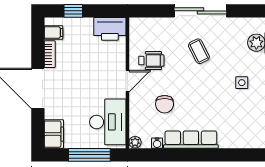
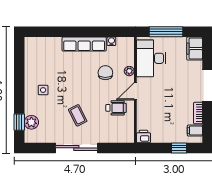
printer: (110, 29) -> (143, 136), width x0.53, depth x0.68
wheelchair: (151, 61) -> (116, 108), turned 180
plant: (135, 142) -> (129, 71), moved

